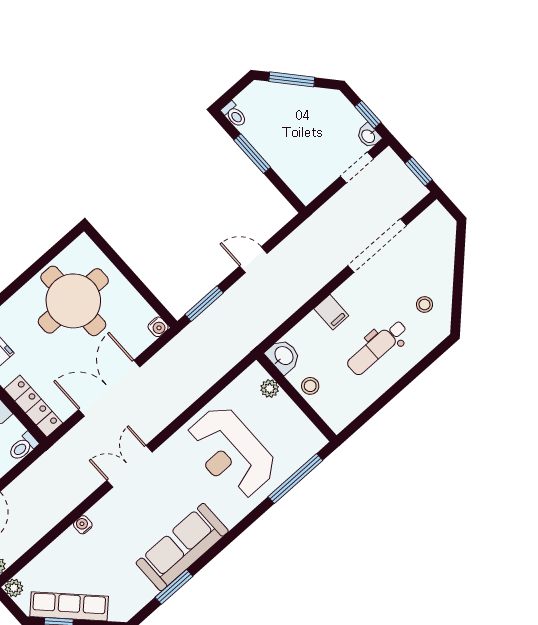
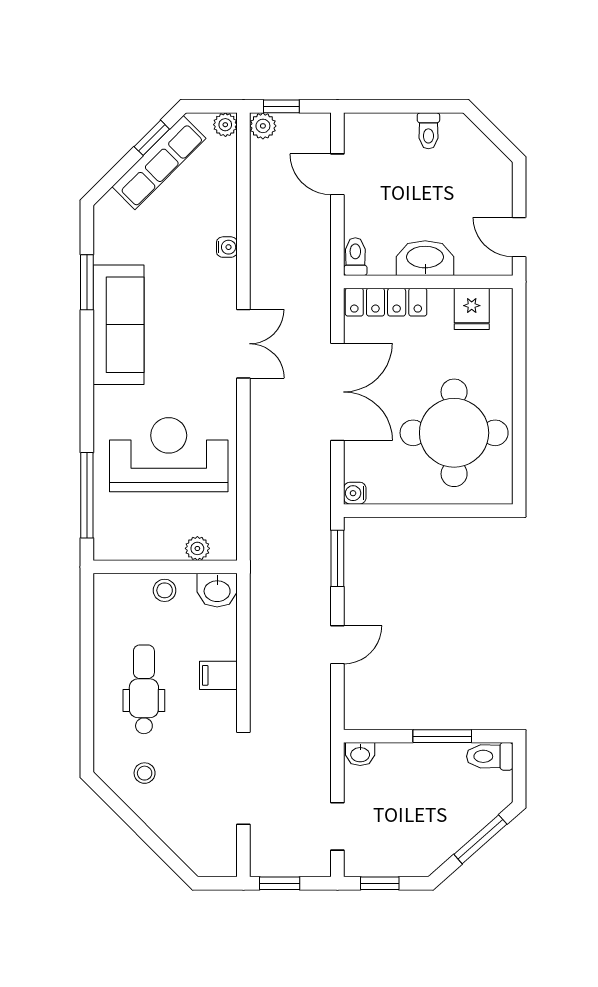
toilet: (234, 114) -> (490, 756), width x1.37, depth x1.39
washbasin: (369, 136) -> (360, 754), moved, turned 180

